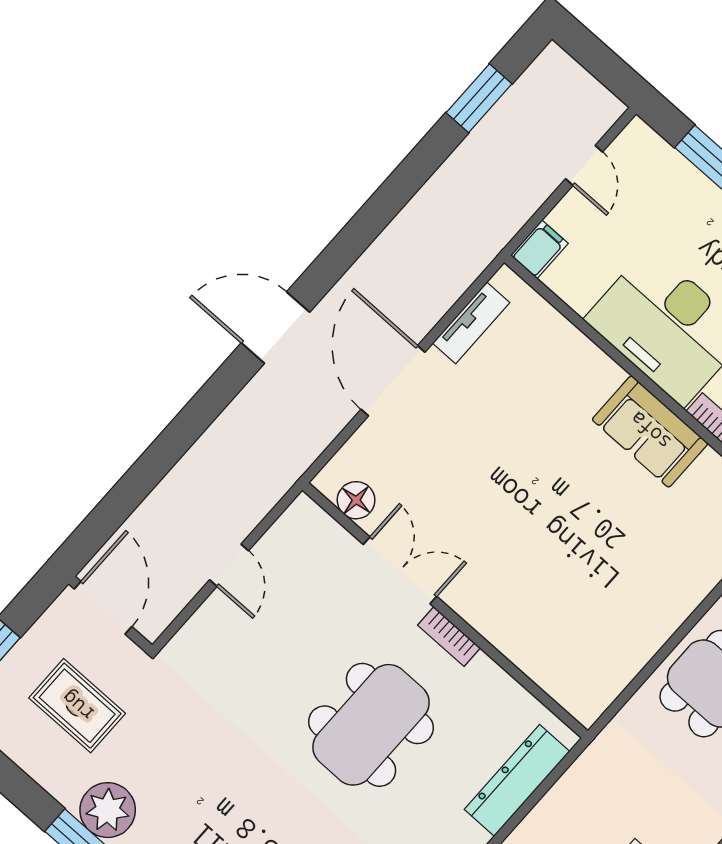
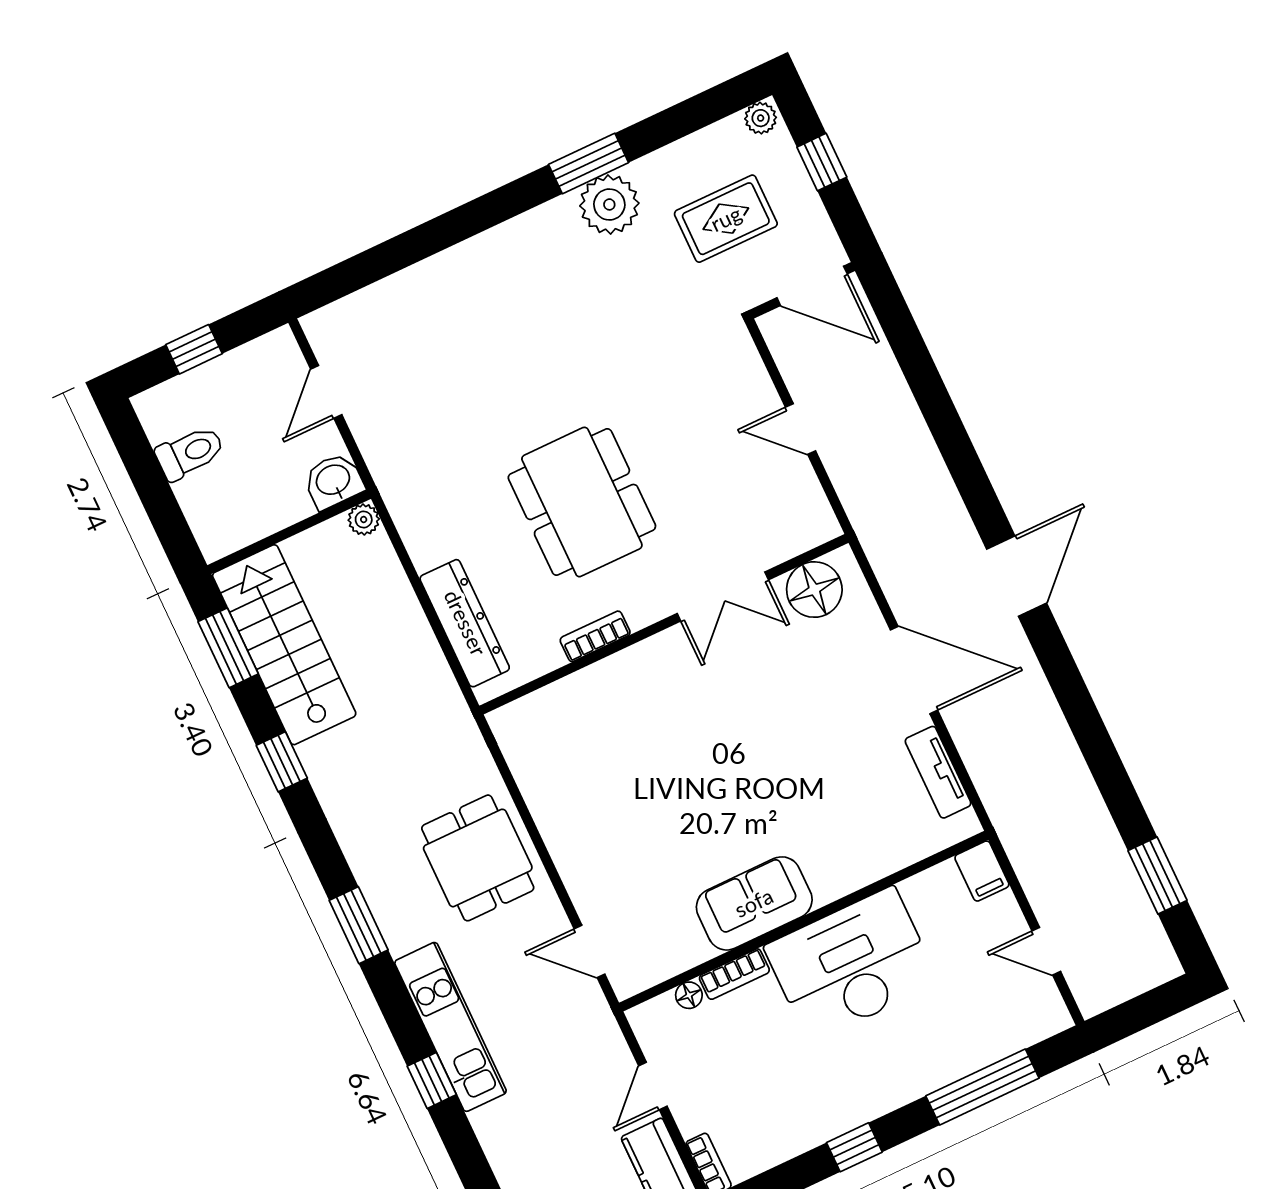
floor lamp: (356, 500) -> (814, 590), width x1.38, depth x1.38
bookcase: (449, 636) -> (595, 636), moved

